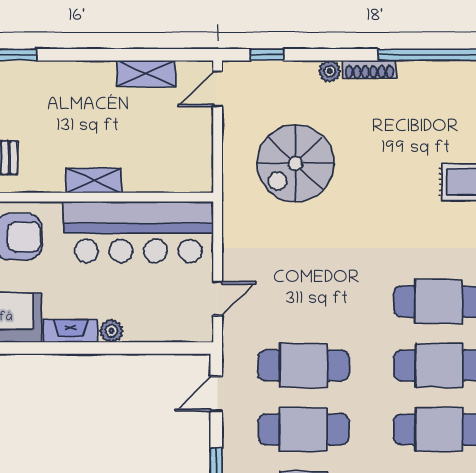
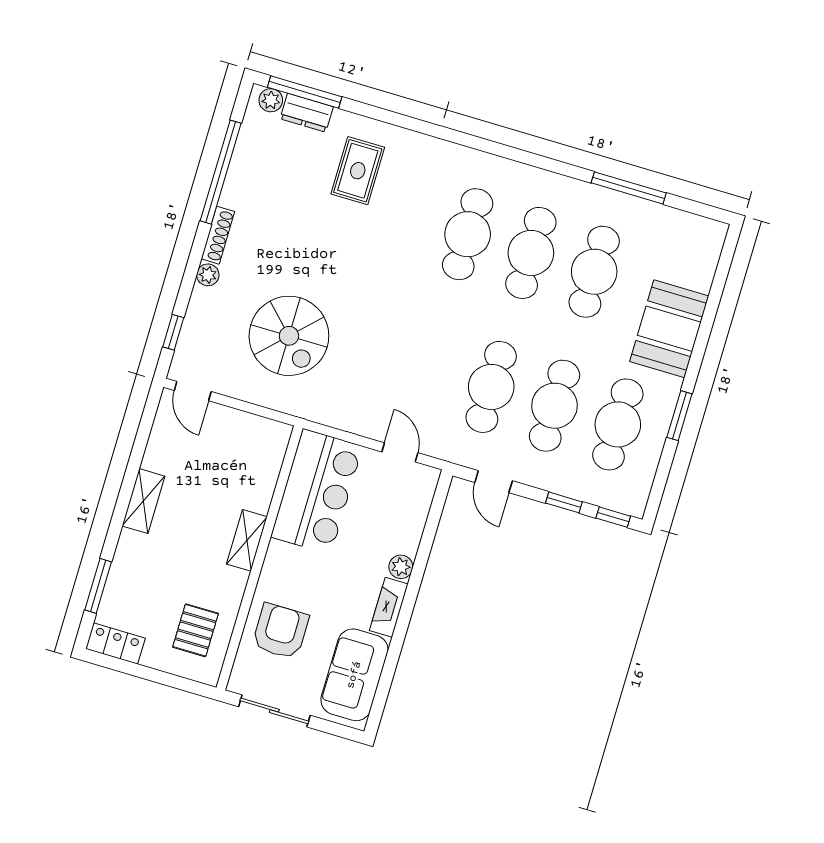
shelving: (146, 74) -> (143, 501), moved
bar counter: (138, 232) -> (317, 492), width x0.73

